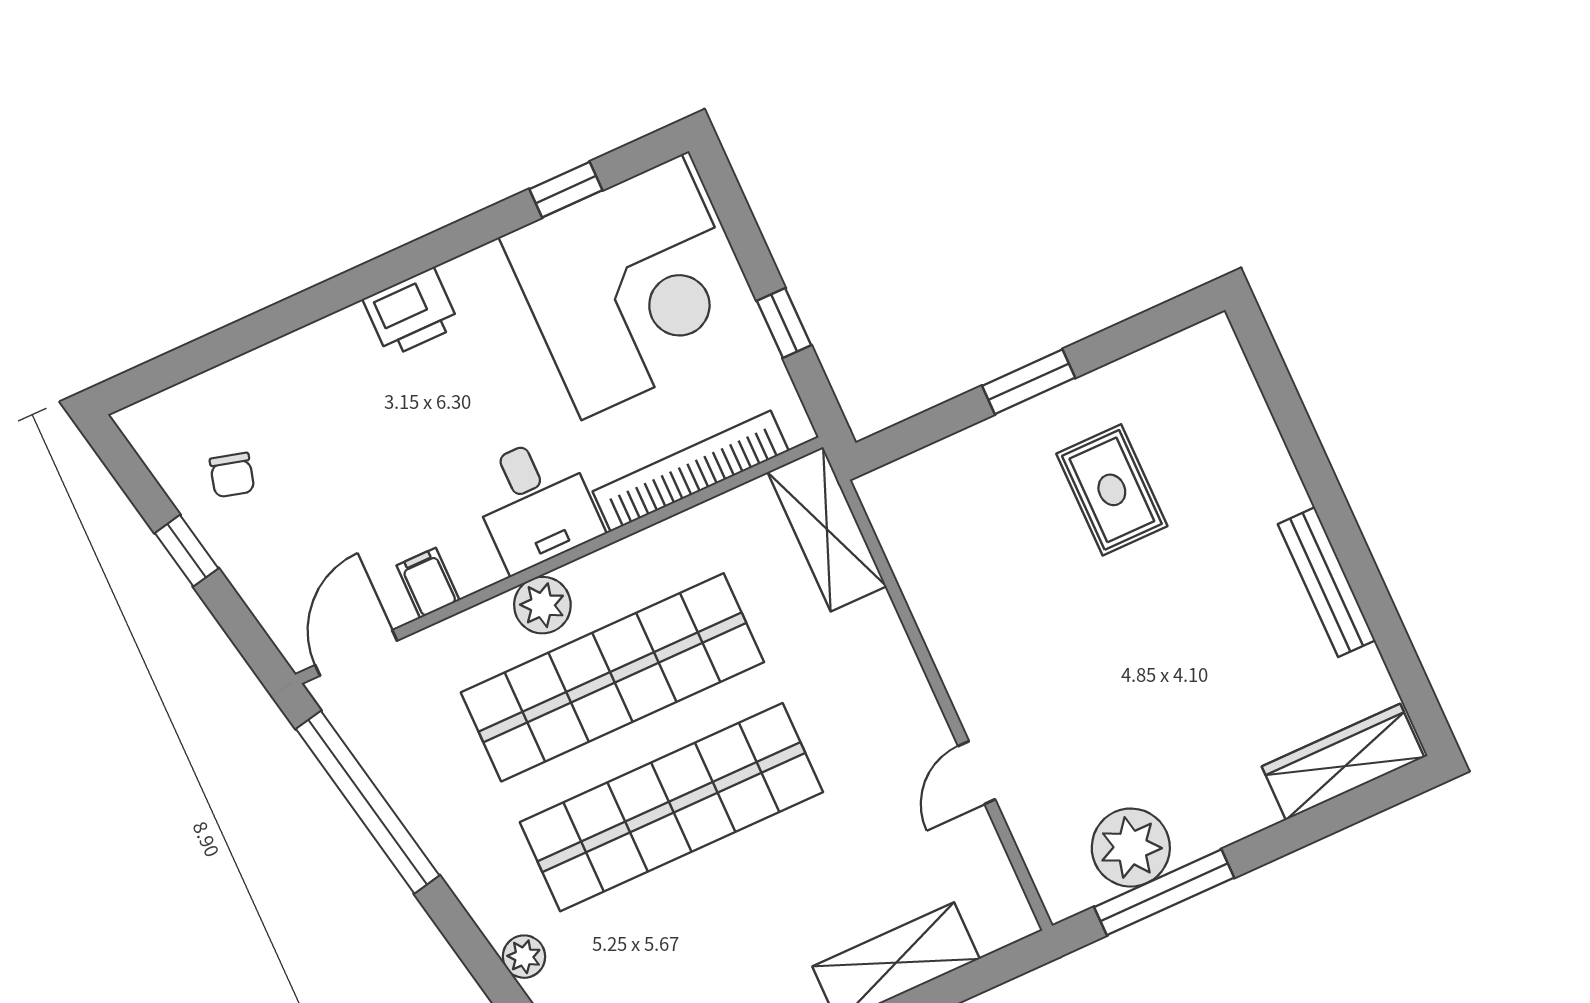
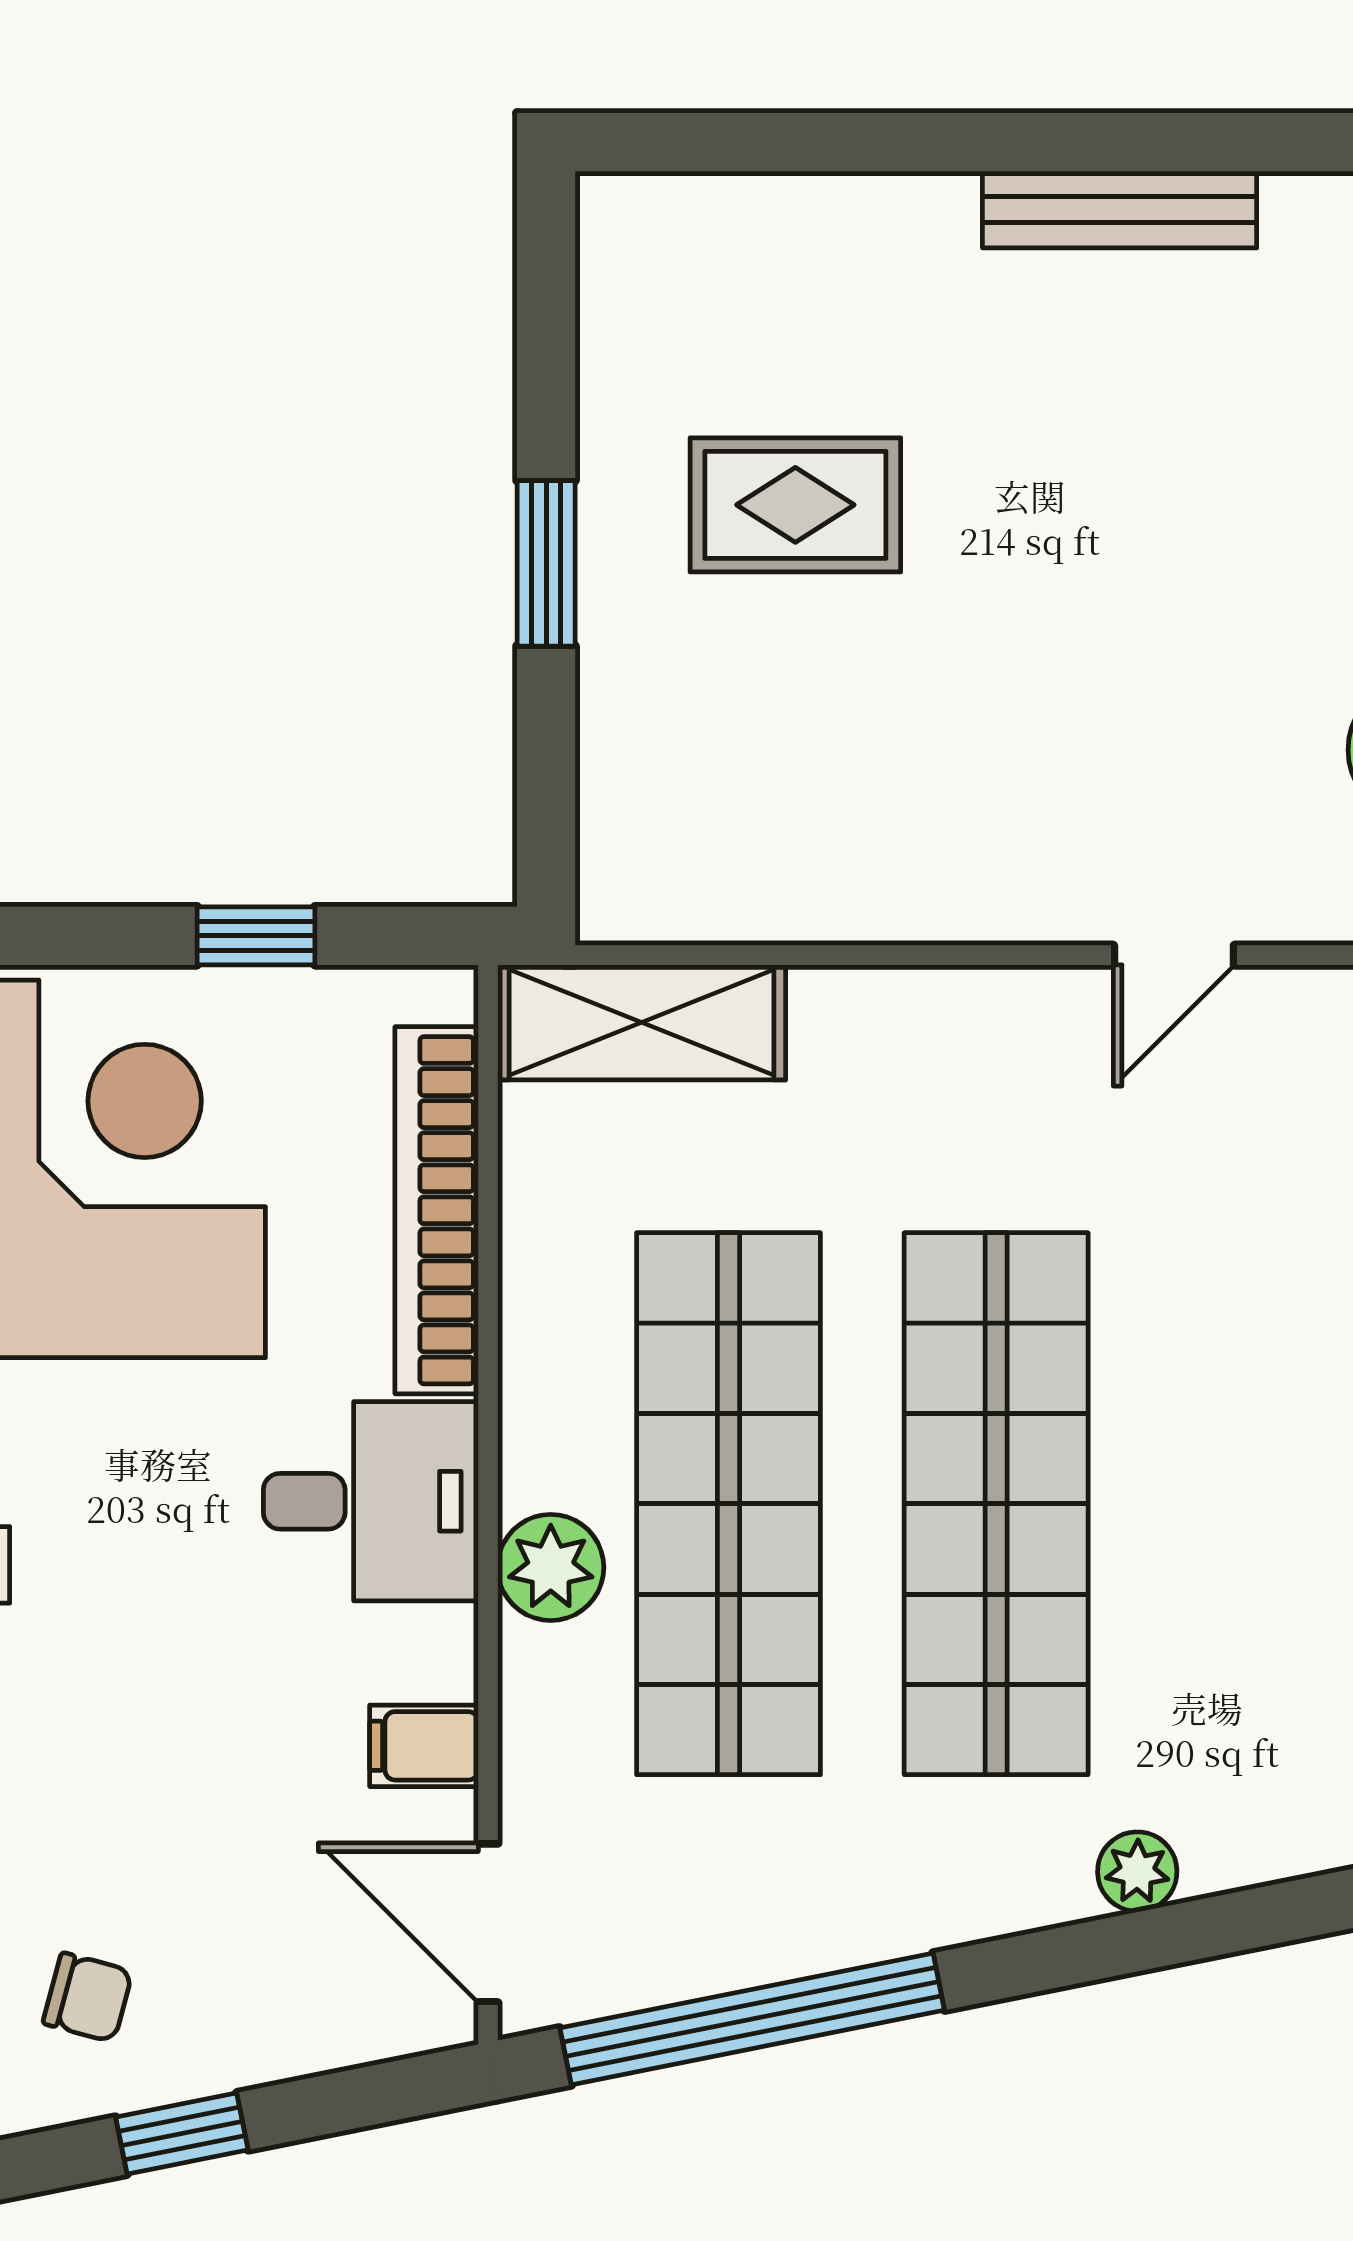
door: (977, 773) -> (1174, 955), hinge flipped

